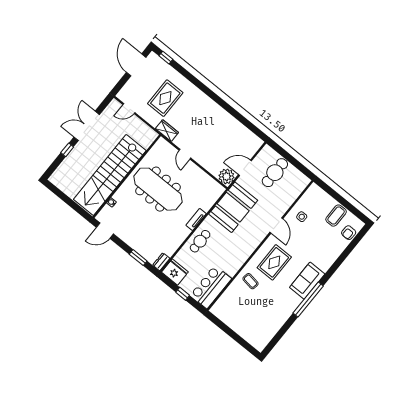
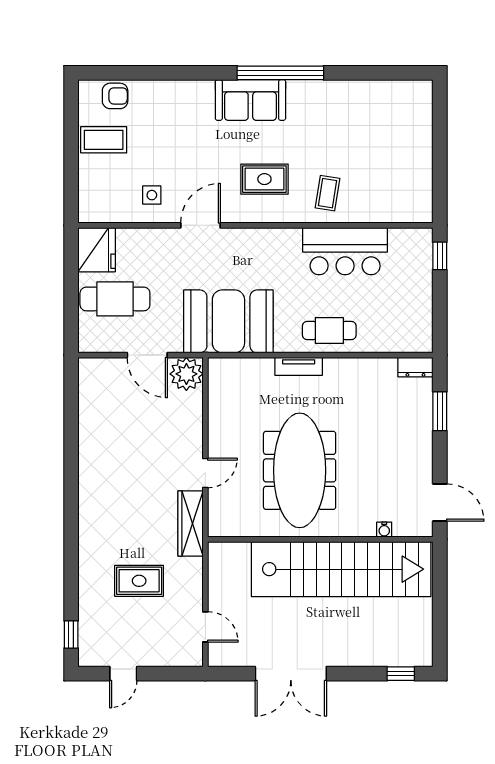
door: (136, 65) -> (123, 674), width x0.53
rug: (165, 98) -> (139, 581), width x0.73, depth x0.70
wardrobe: (167, 131) -> (190, 523), width x1.50
window: (67, 150) -> (401, 674), moved
rug: (274, 262) -> (264, 179), width x0.73, depth x0.70
fridge: (175, 272) -> (97, 250), moved, turned 180
bar counter: (211, 287) -> (345, 251), moved
window: (183, 294) -> (440, 256), moved

